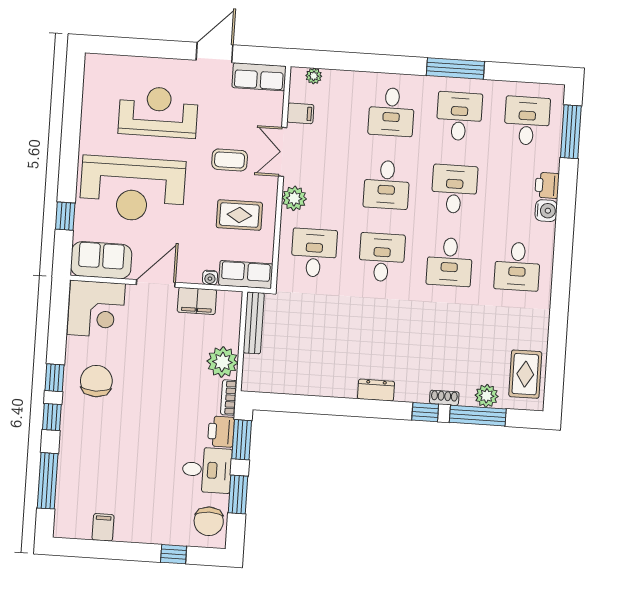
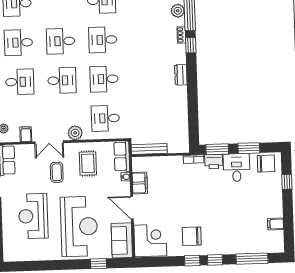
desk: (450, 262) -> (103, 40), turned 180
plant: (222, 362) -> (173, 165), removed

